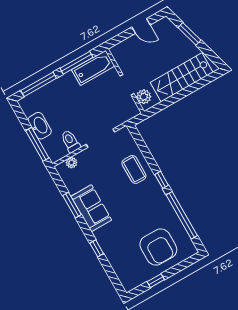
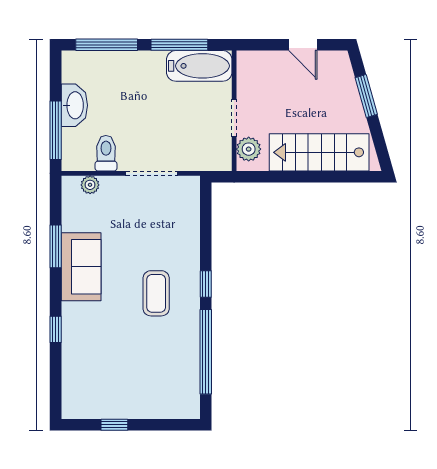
coffee table: (134, 169) -> (156, 293), moved
armchair: (158, 247) -> (146, 378), removed

